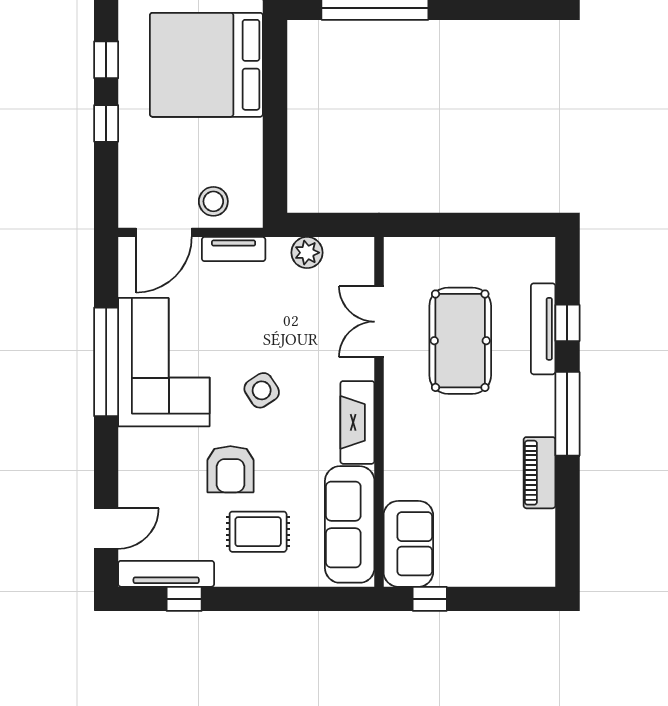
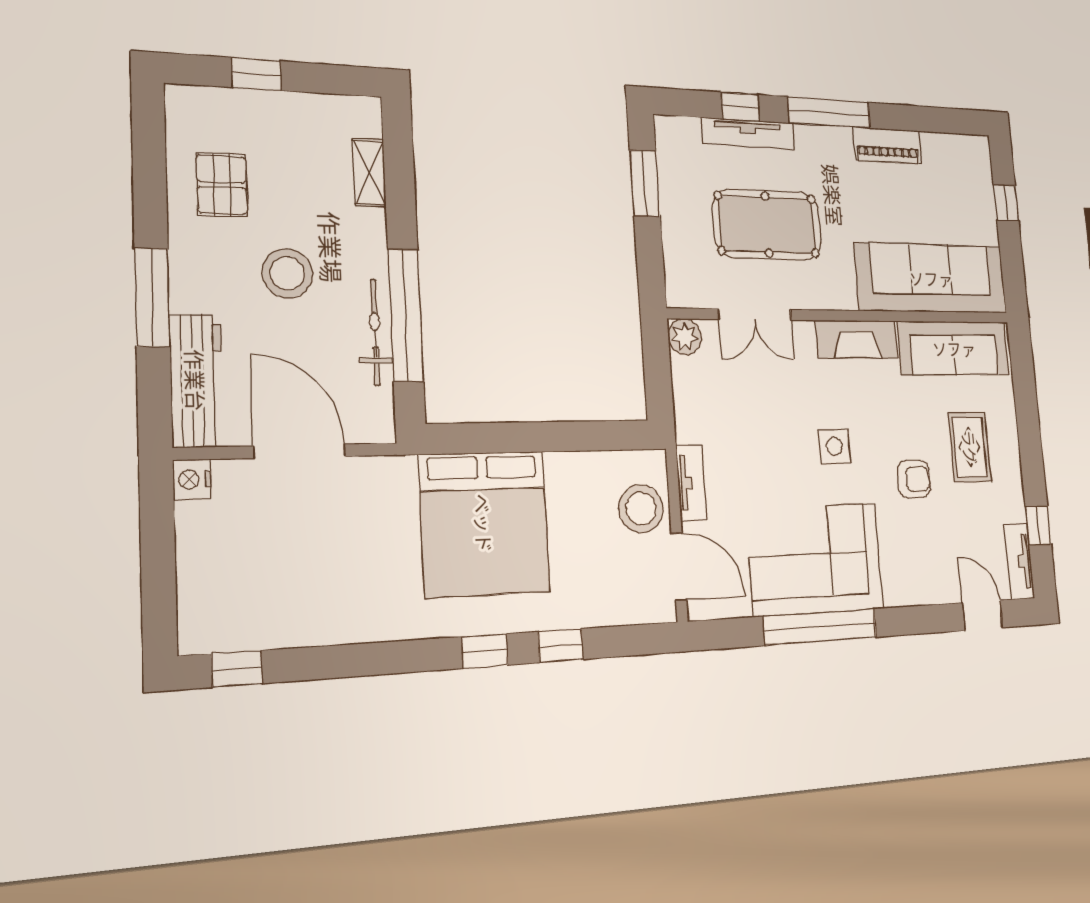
stool: (213, 201) -> (641, 509), width x1.38, depth x1.38
window: (493, 225) -> (645, 183), added
plant: (307, 253) -> (685, 337), moved
side table: (262, 390) -> (834, 446), turned 33
armchair: (230, 469) -> (914, 479), width x0.72, depth x0.72
sofa: (408, 544) -> (931, 278), width x1.85, depth x1.27
tv unit: (166, 574) -> (1019, 561), width x0.71
window: (430, 599) -> (1006, 203), moved

